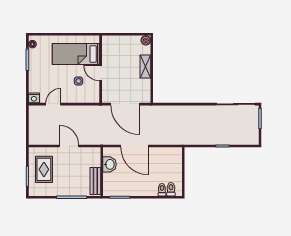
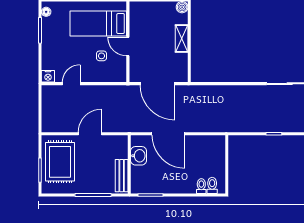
door: (69, 146) -> (90, 134), hinge flipped
rug: (44, 169) -> (60, 162), width x1.36, depth x1.43

